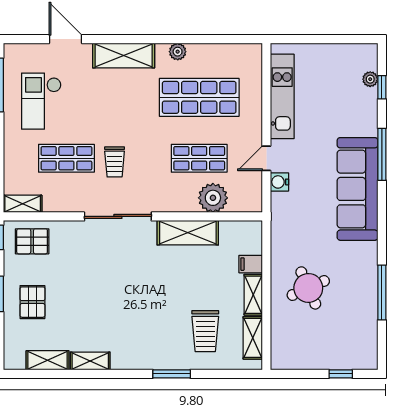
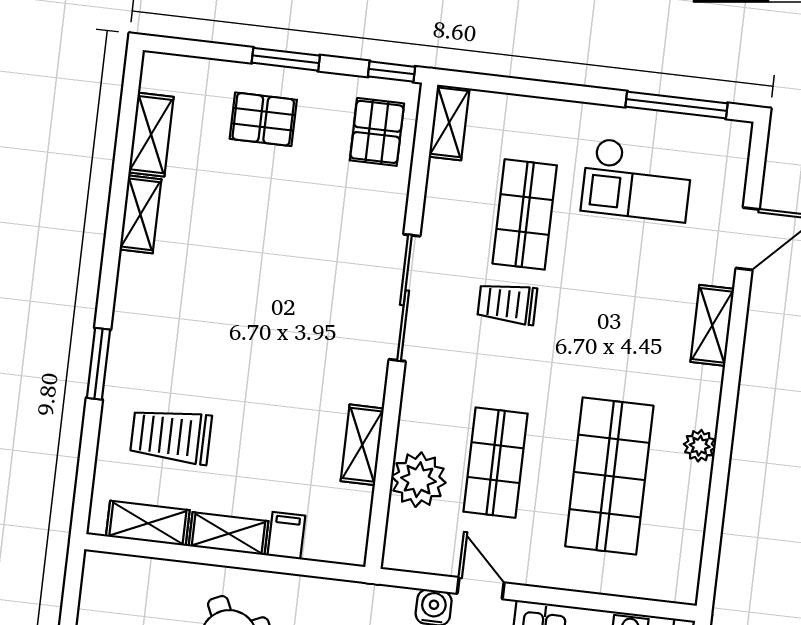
shelving: (124, 56) -> (712, 325), width x0.67, depth x0.75
checkout: (41, 101) -> (637, 180), turned 180
shelving: (188, 233) -> (362, 445), width x0.67, depth x0.75

